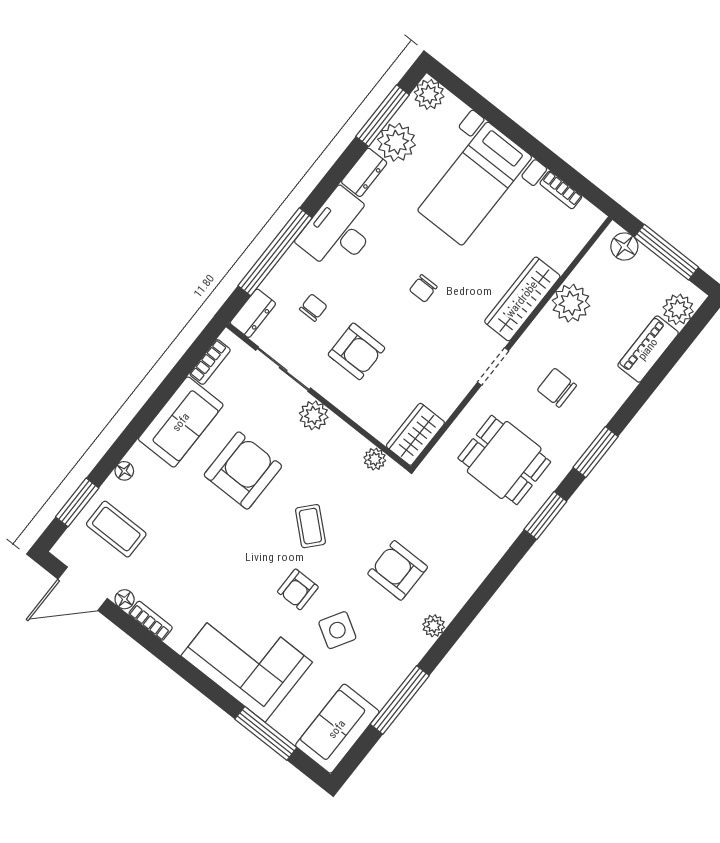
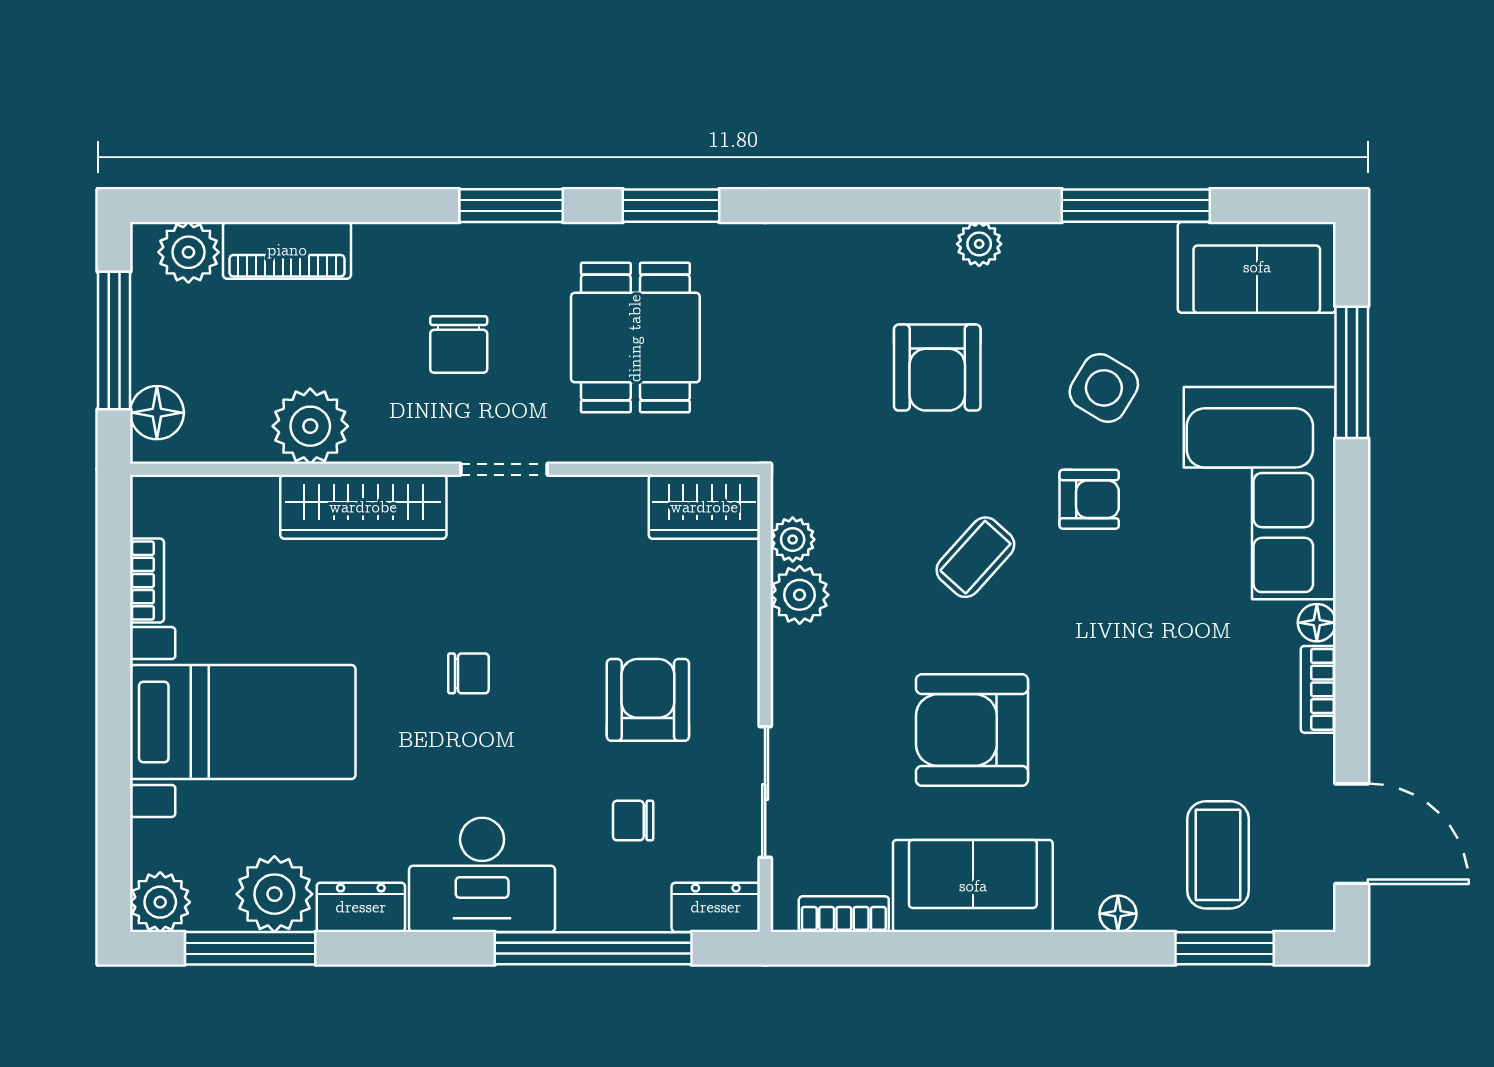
plant: (314, 415) -> (800, 595), moved
floor lamp: (125, 599) -> (1317, 623), moved

